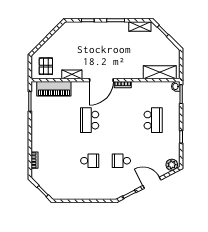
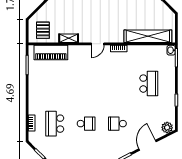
shelving: (160, 72) -> (148, 36), width x1.47
door: (101, 80) -> (98, 44), width x0.53
school desk: (90, 120) -> (55, 124), moved
door: (152, 183) -> (148, 145), hinge flipped

